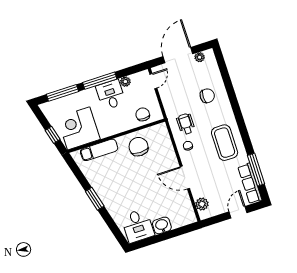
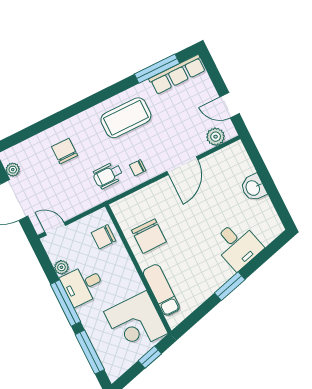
chair: (138, 147) -> (149, 236), turned -90
door: (238, 212) -> (230, 105), moved
desk: (138, 226) -> (237, 245), moved, turned 75

